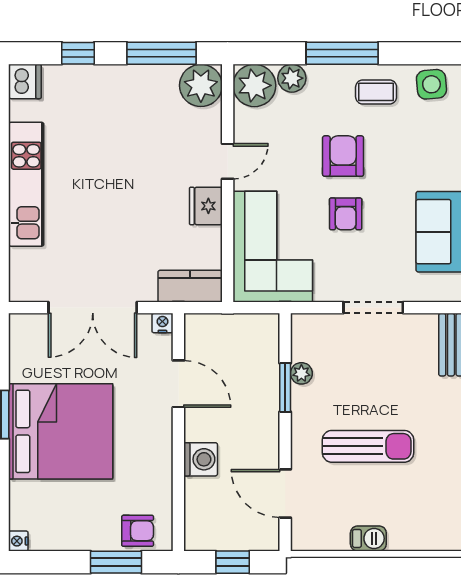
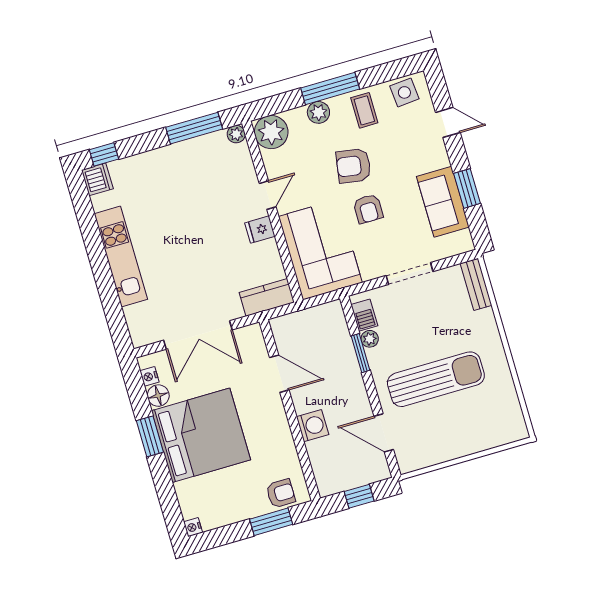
window: (78, 53) -> (104, 154), moved
plant: (292, 78) -> (318, 112), moved
plant: (201, 85) -> (236, 134), width x0.53, depth x0.53
coffee table: (376, 92) -> (364, 110), turned 90
armchair: (343, 156) -> (353, 166), turned -81
fridge: (206, 206) -> (260, 230), width x0.72
nightstand: (162, 323) -> (149, 376), moved, turned -90
floor lamp: (23, 368) -> (158, 396), added
sun lounger: (368, 446) -> (436, 379), width x1.36, depth x1.34
barbecue: (368, 538) -> (364, 315), moved, turned 90

